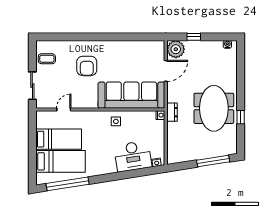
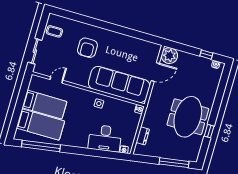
window: (194, 37) -> (206, 55), moved
dresser: (172, 112) -> (143, 136), moved

